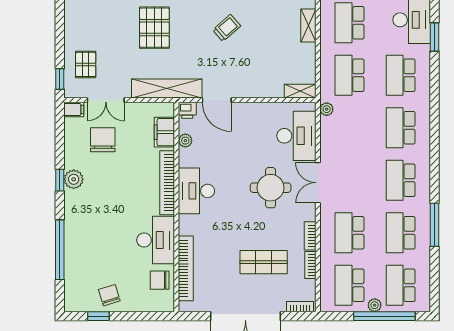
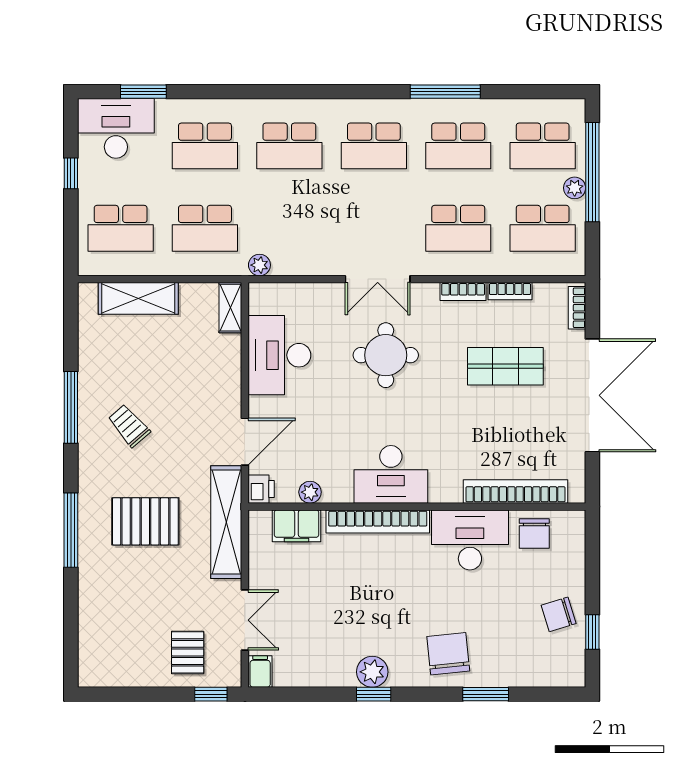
shelving: (308, 25) -> (138, 298), width x1.50, depth x1.33
pallet: (154, 28) -> (145, 521), moved
pallet: (86, 64) -> (188, 652), turned 90
desk: (296, 136) -> (279, 355), moved, turned -90
chair: (103, 140) -> (448, 654), moved, turned 84
window: (60, 250) -> (486, 694), width x0.47
shop shelf: (264, 262) -> (505, 366), turned 90

